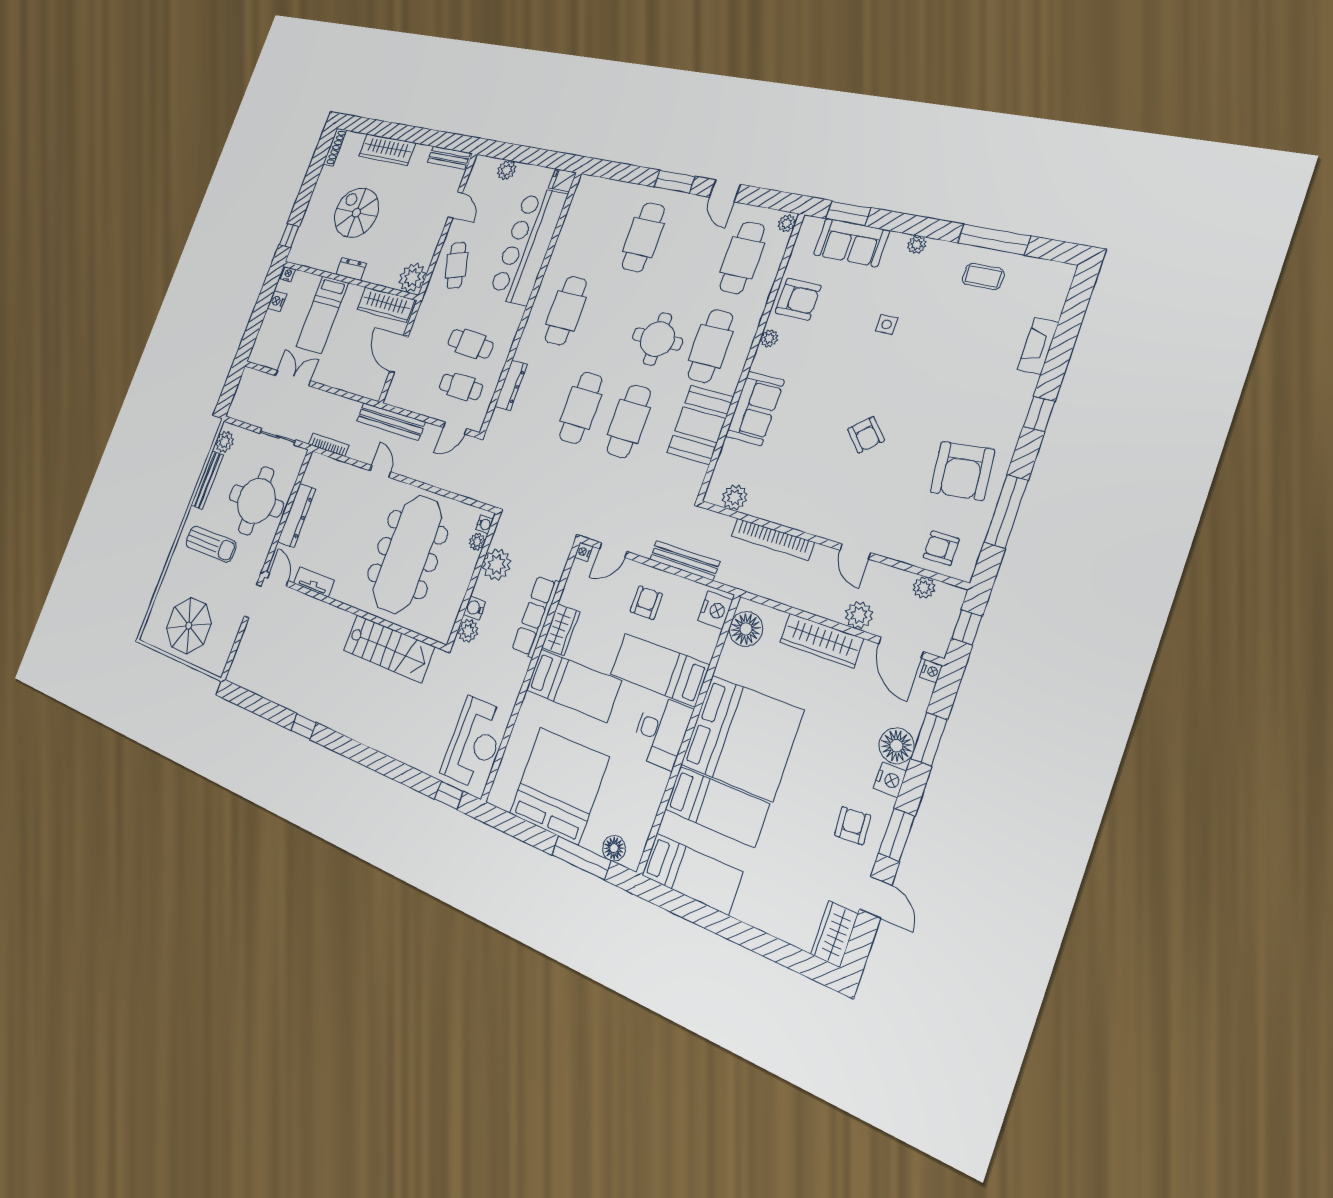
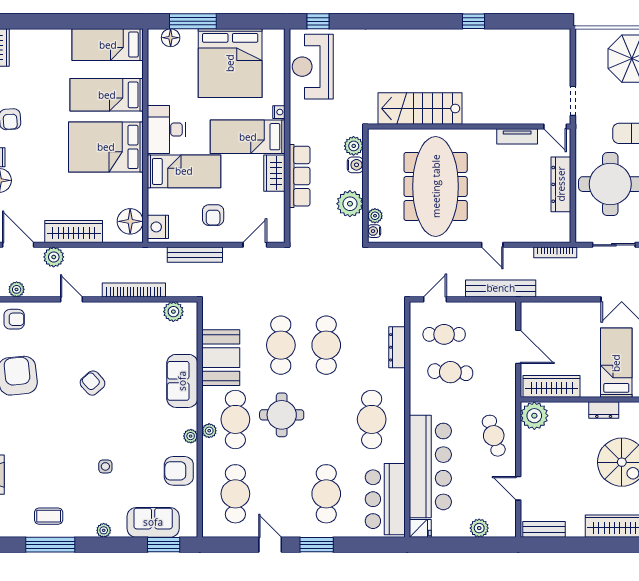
bar counter: (585, 219) -> (385, 499), added
plant: (787, 223) -> (209, 431), moved
nightstand: (584, 552) -> (279, 112), moved
bed: (742, 738) -> (106, 147), width x0.73

